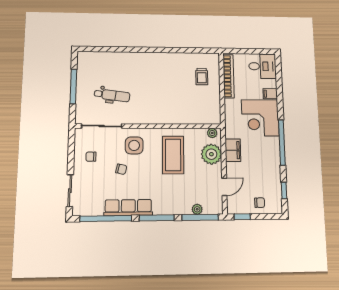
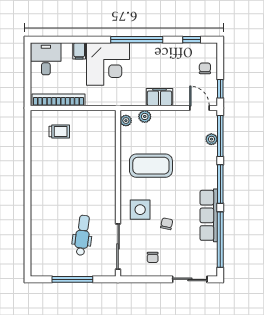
filing cabinet: (233, 150) -> (160, 97), moved
plant: (211, 154) -> (145, 116), width x0.53, depth x0.53
door: (224, 187) -> (200, 108), moved

